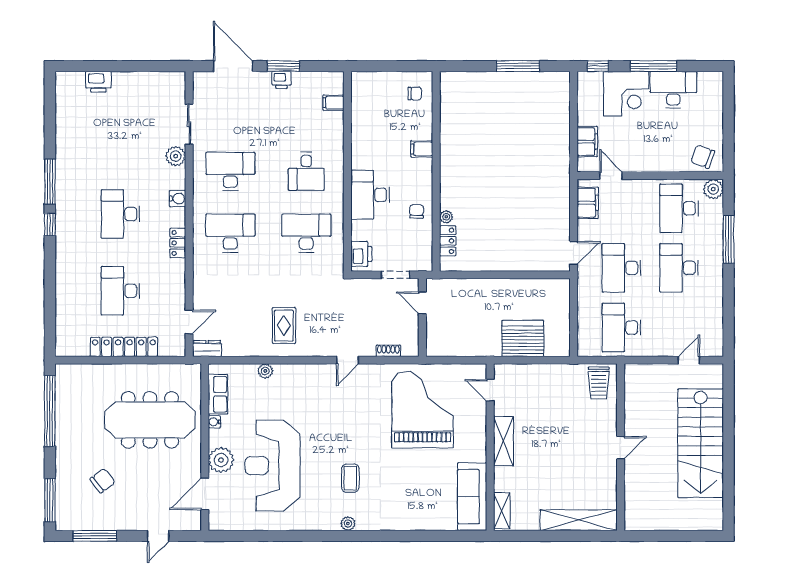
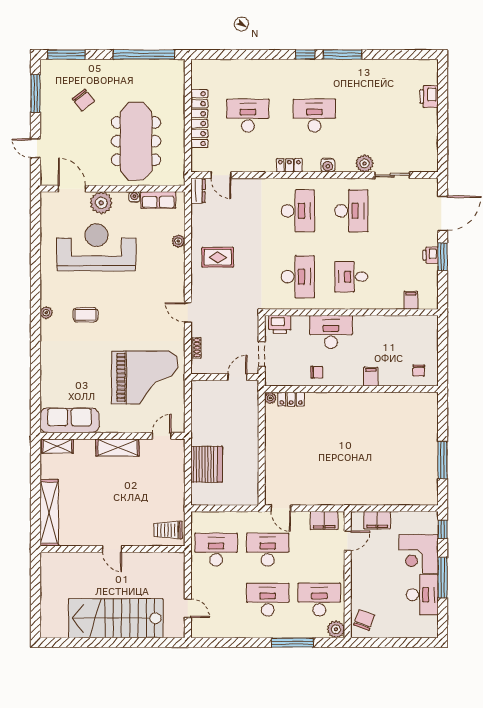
plant: (446, 217) -> (270, 398), moved

